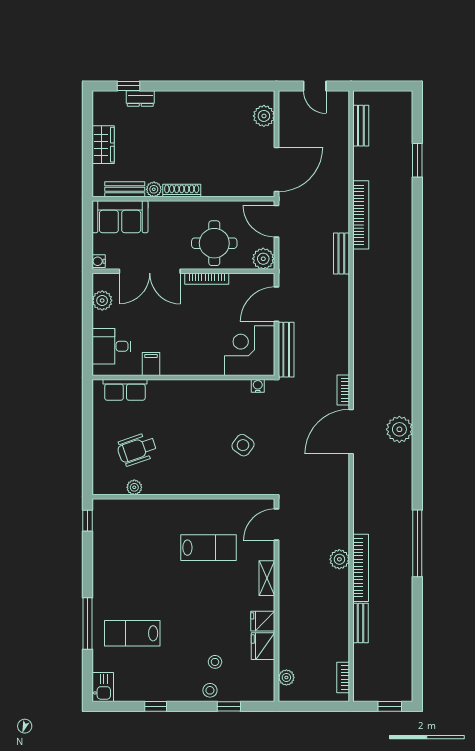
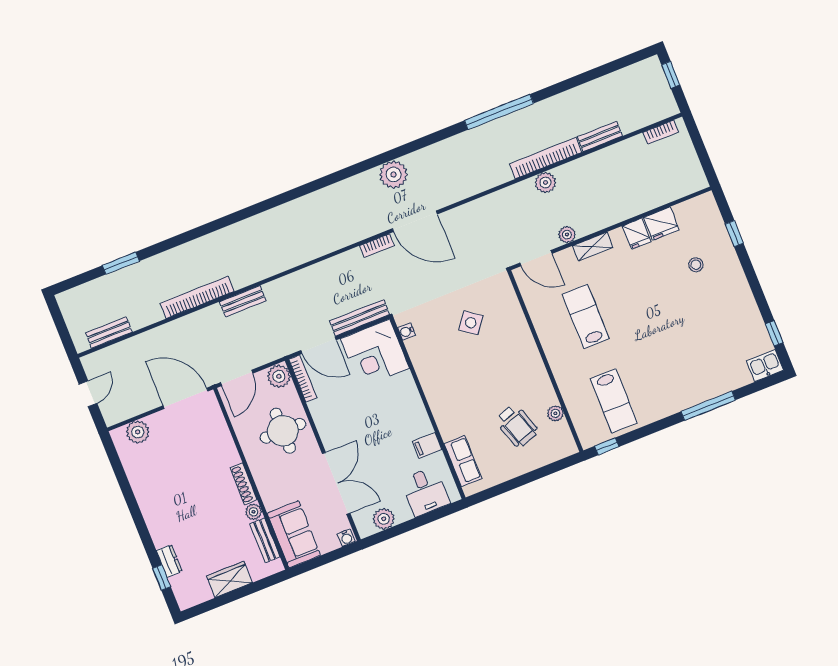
bookcase: (207, 279) -> (303, 379), moved
lab bench: (132, 633) -> (614, 401), moved
plant: (286, 677) -> (567, 235), moved
stool: (210, 690) -> (726, 259), removed
window: (156, 706) -> (774, 333), moved

